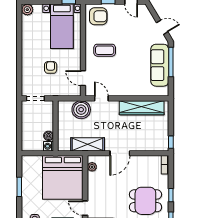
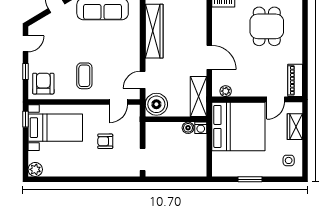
wall: (56, 126) -> (176, 119), moved
boiler: (49, 136) -> (188, 128), moved
washing machine: (49, 146) -> (201, 128), moved

